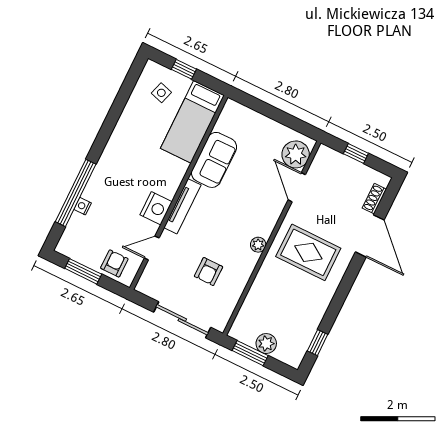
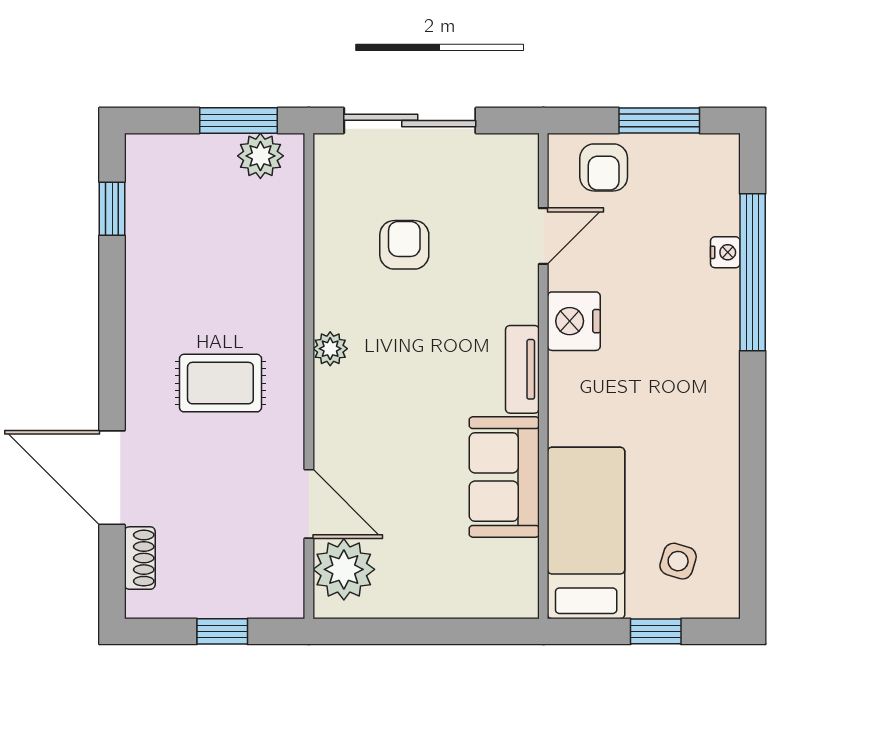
tv unit: (182, 206) -> (522, 369), width x0.71
rug: (308, 252) -> (220, 383), width x0.73, depth x0.70
plant: (266, 344) -> (260, 156), moved

